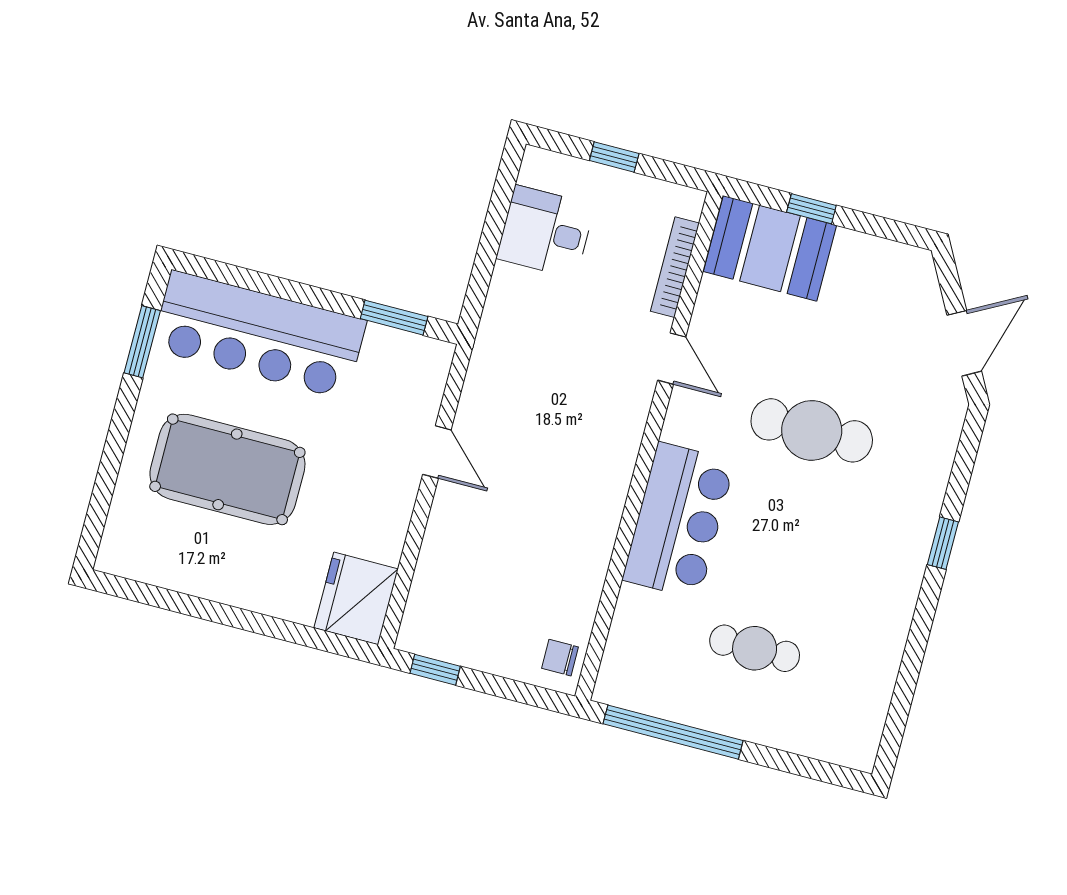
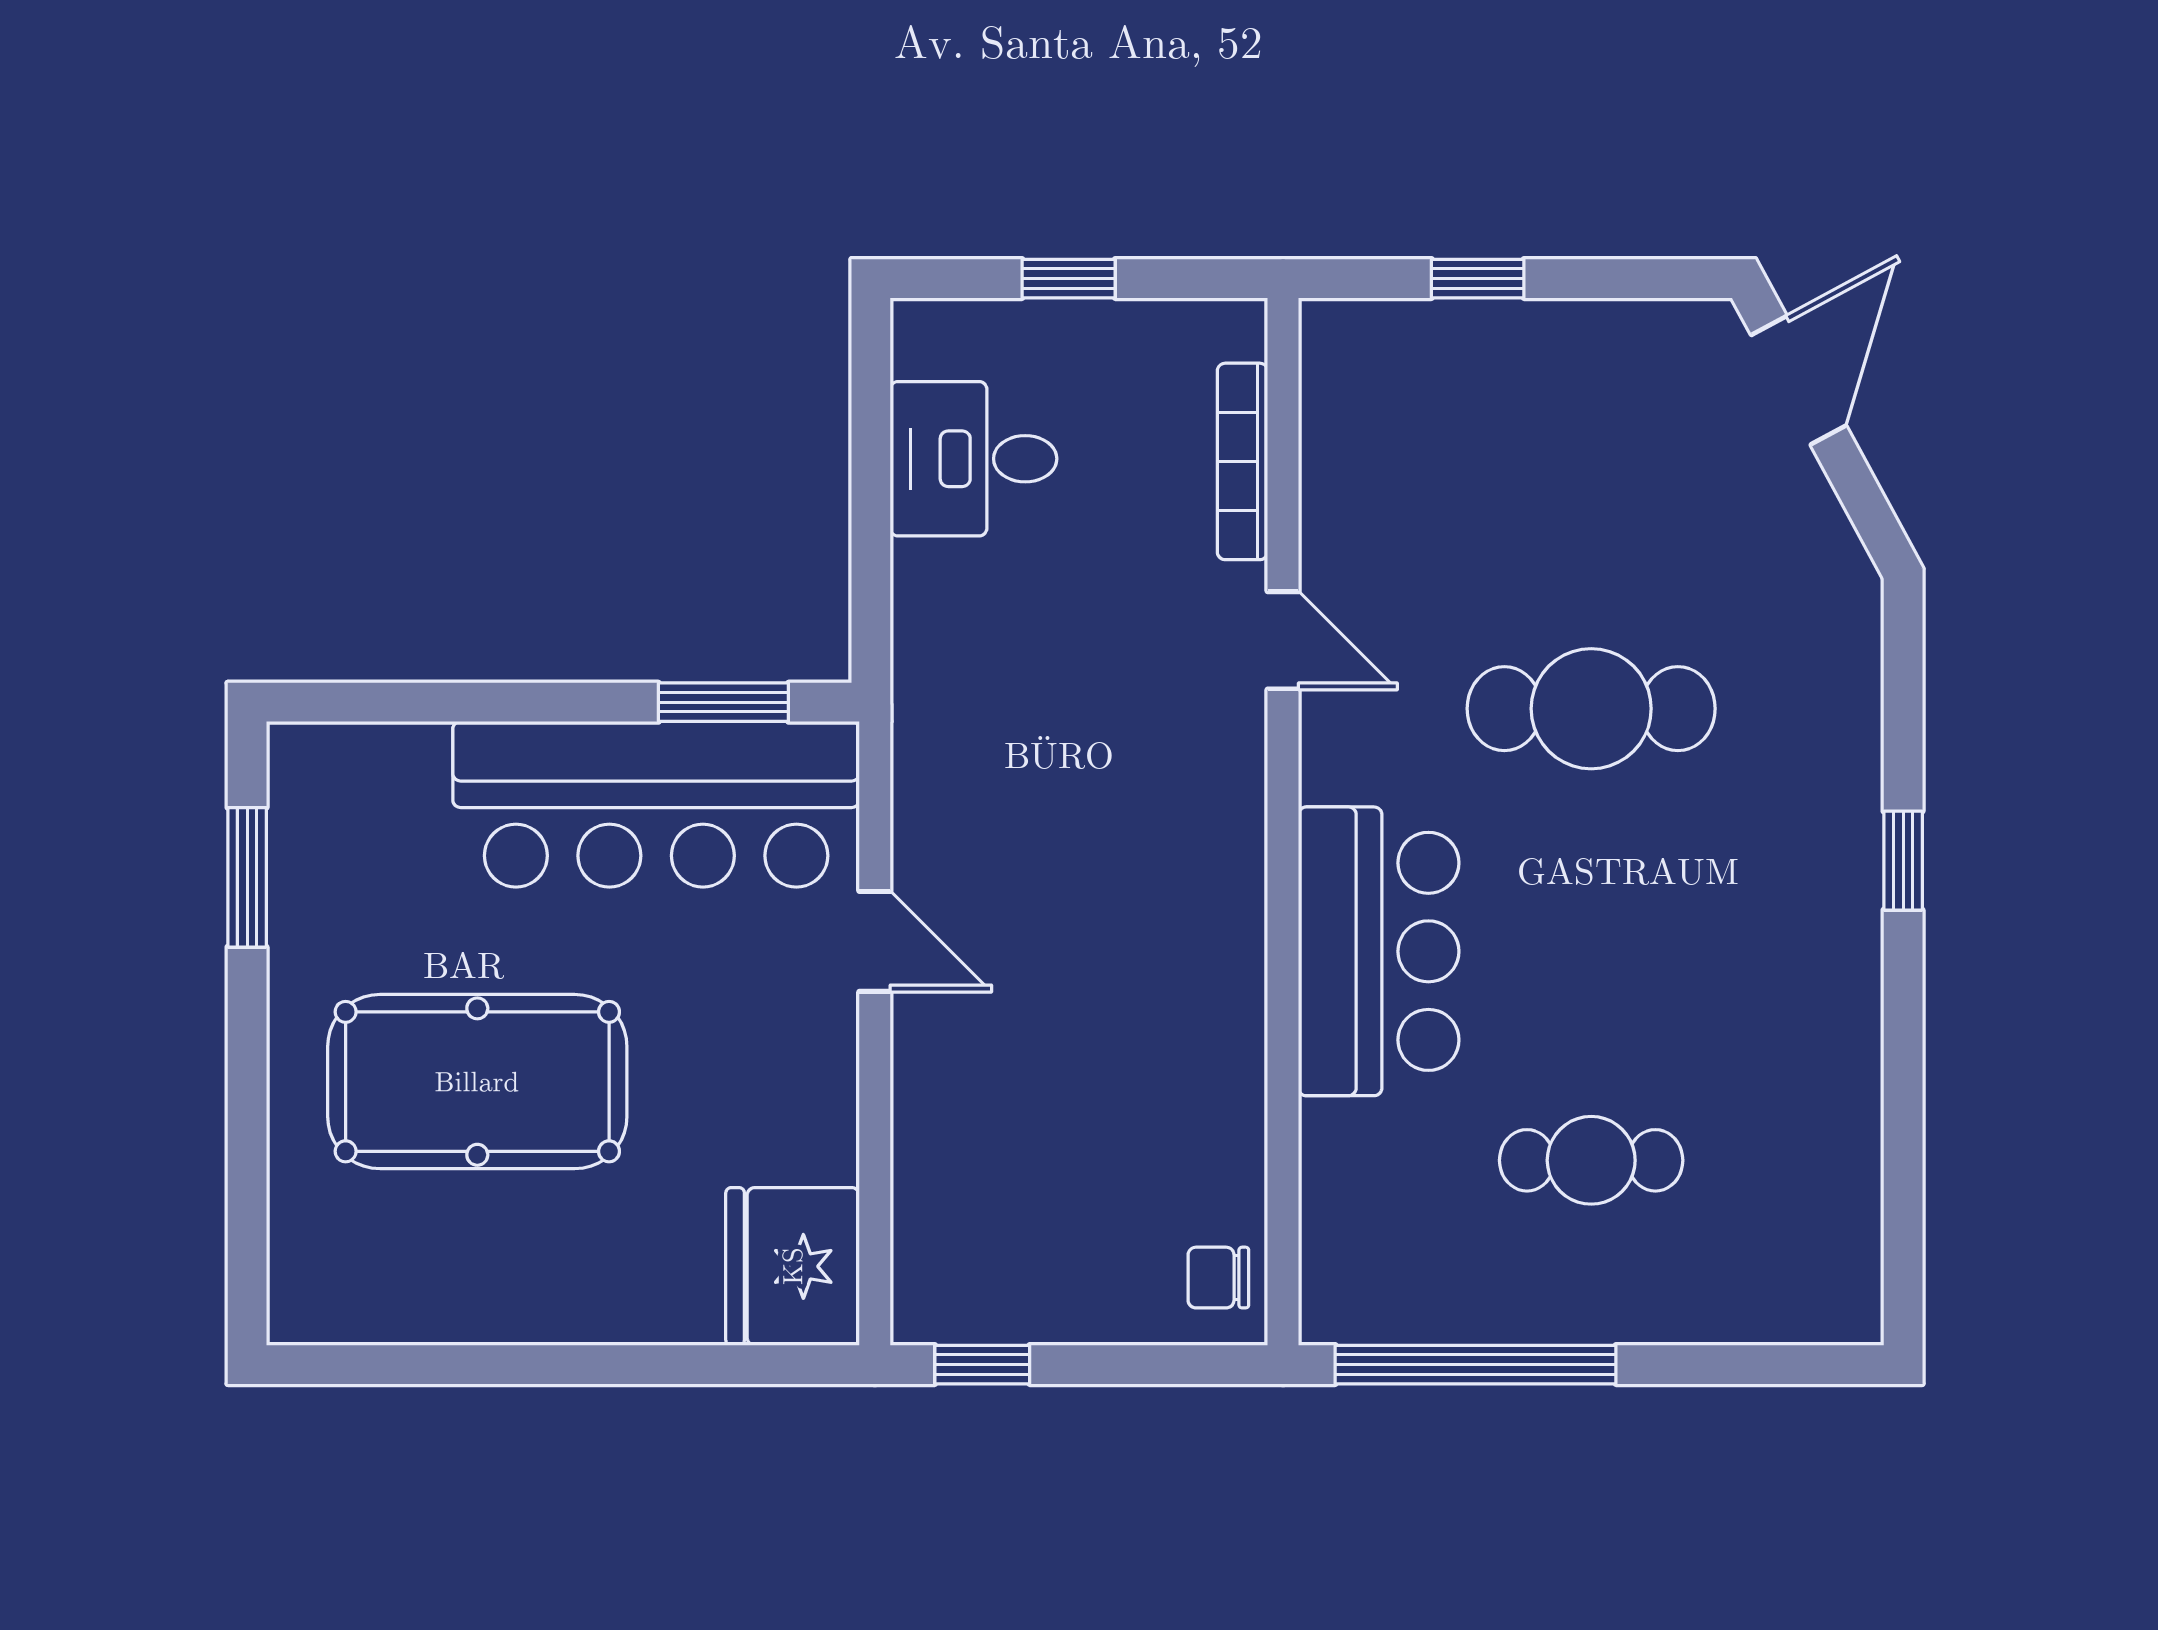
booth: (770, 248) -> (1418, 377), removed
bar counter: (259, 335) -> (656, 804), moved
door: (964, 343) -> (1799, 380), moved

